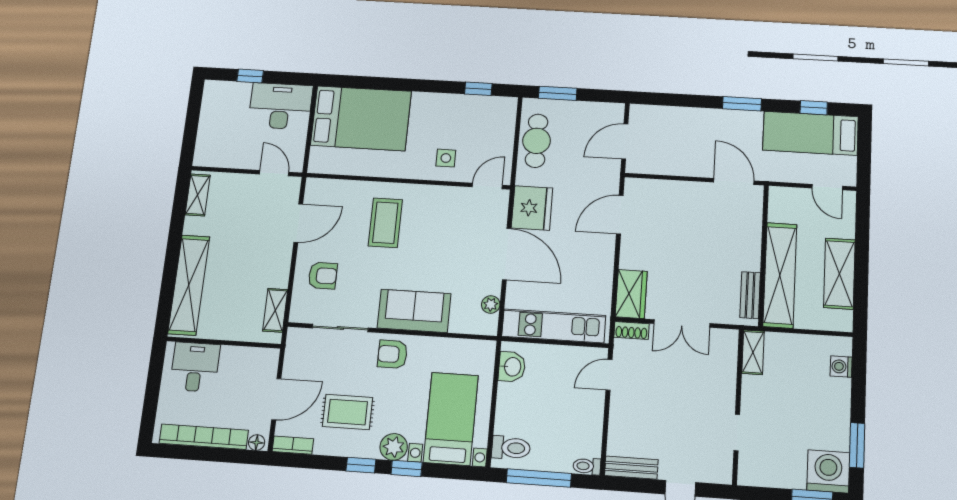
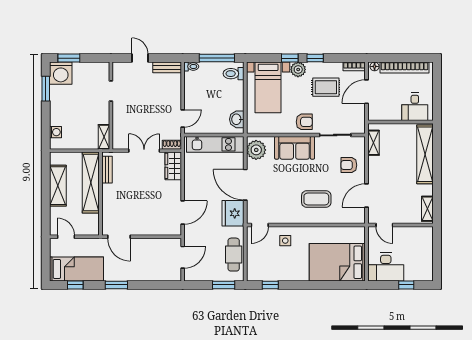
coffee table: (385, 223) -> (316, 199), turned 90
plant: (491, 304) -> (256, 150), width x1.87, depth x1.87

